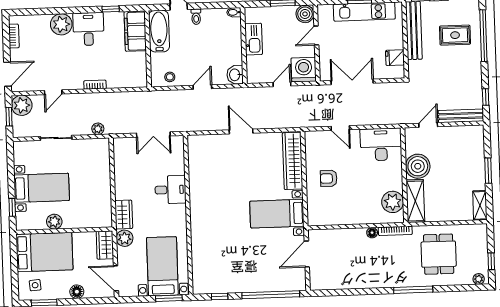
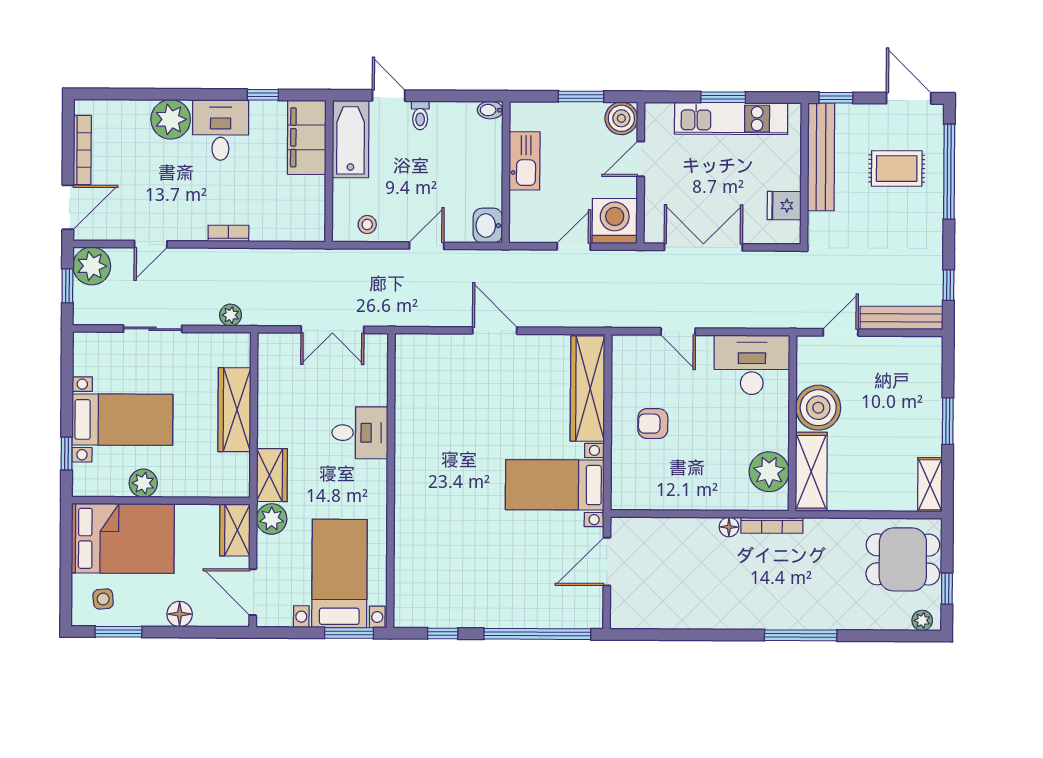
bookcase: (14, 36) -> (82, 150), width x1.56
wardrobe: (102, 180) -> (234, 410), added
dining table: (439, 254) -> (903, 559), moved, turned 90

